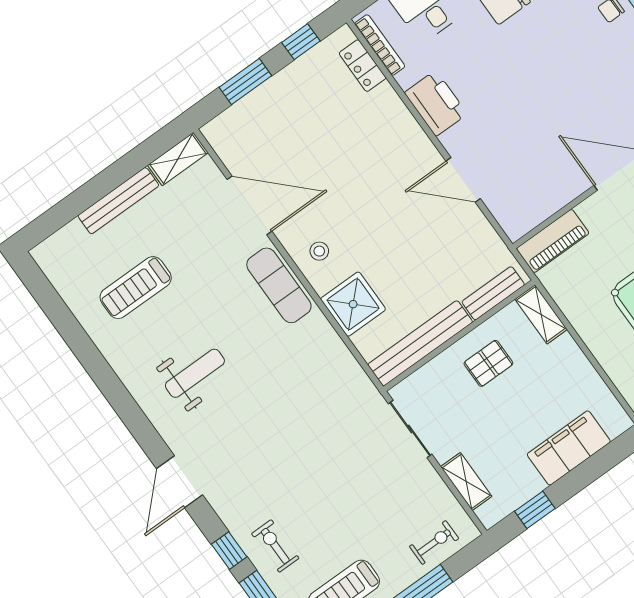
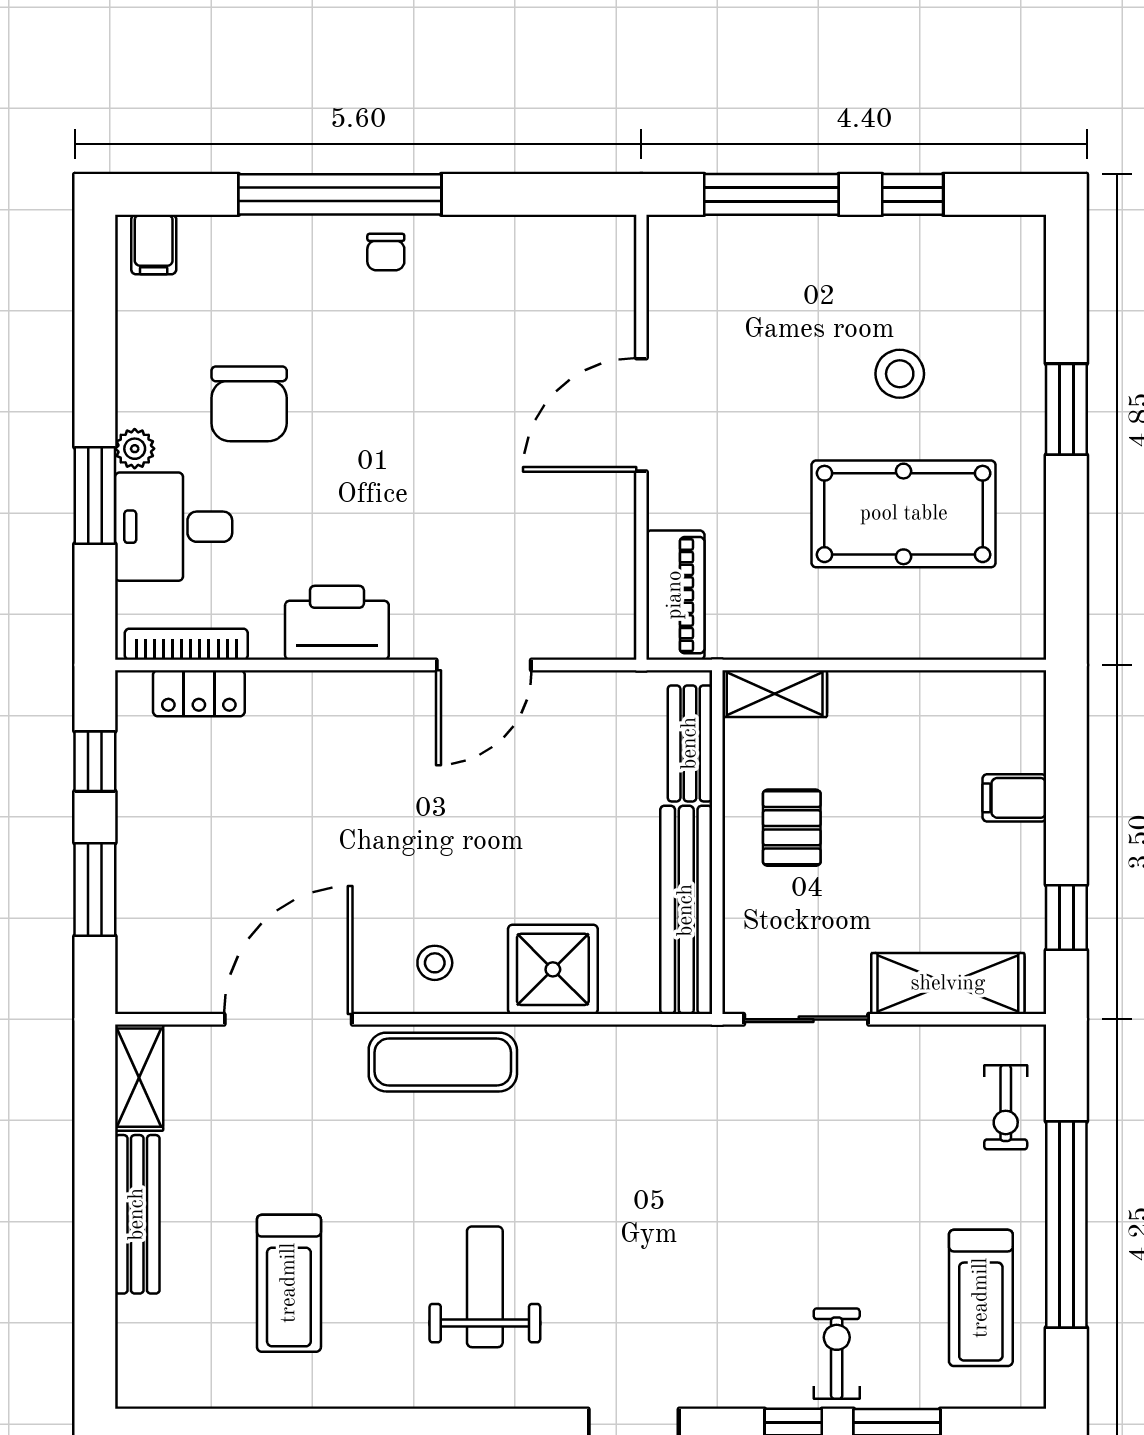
filing cabinet: (569, 448) -> (1014, 798), width x0.33, depth x0.86
shelving: (466, 481) -> (948, 984), width x1.50, depth x1.33
exercise bike: (434, 542) -> (1006, 1107), turned 180
exercise bike: (275, 546) -> (837, 1354), turned 90

